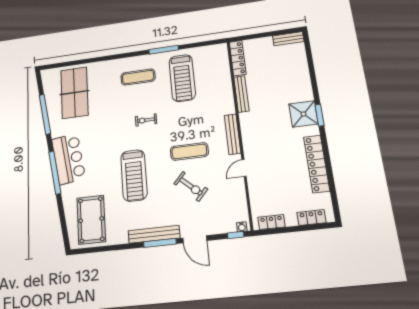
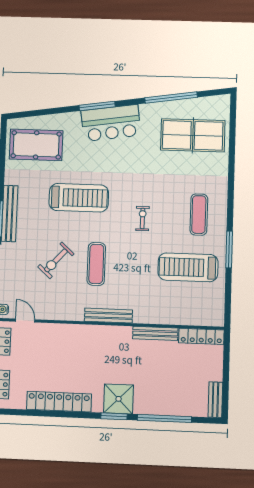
window: (312, 75) -> (164, 418), added
door: (244, 168) -> (25, 321), moved
window: (55, 172) -> (97, 106), width x0.68
treadmill: (134, 175) -> (79, 198), turned 180

